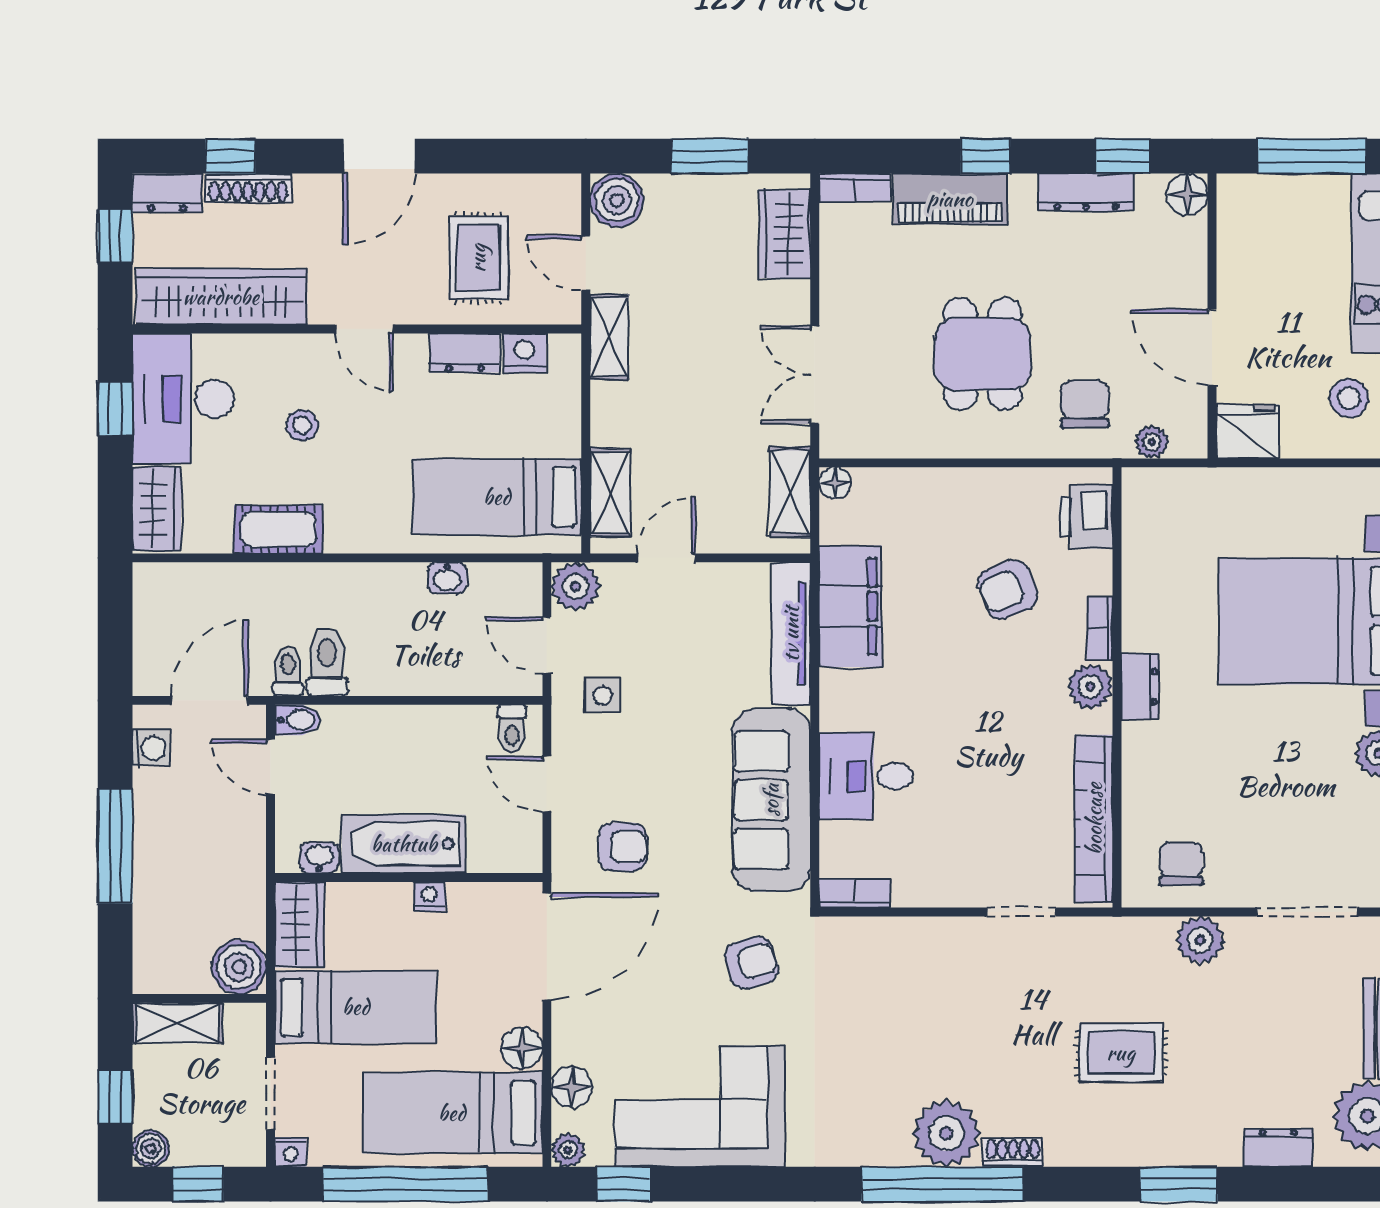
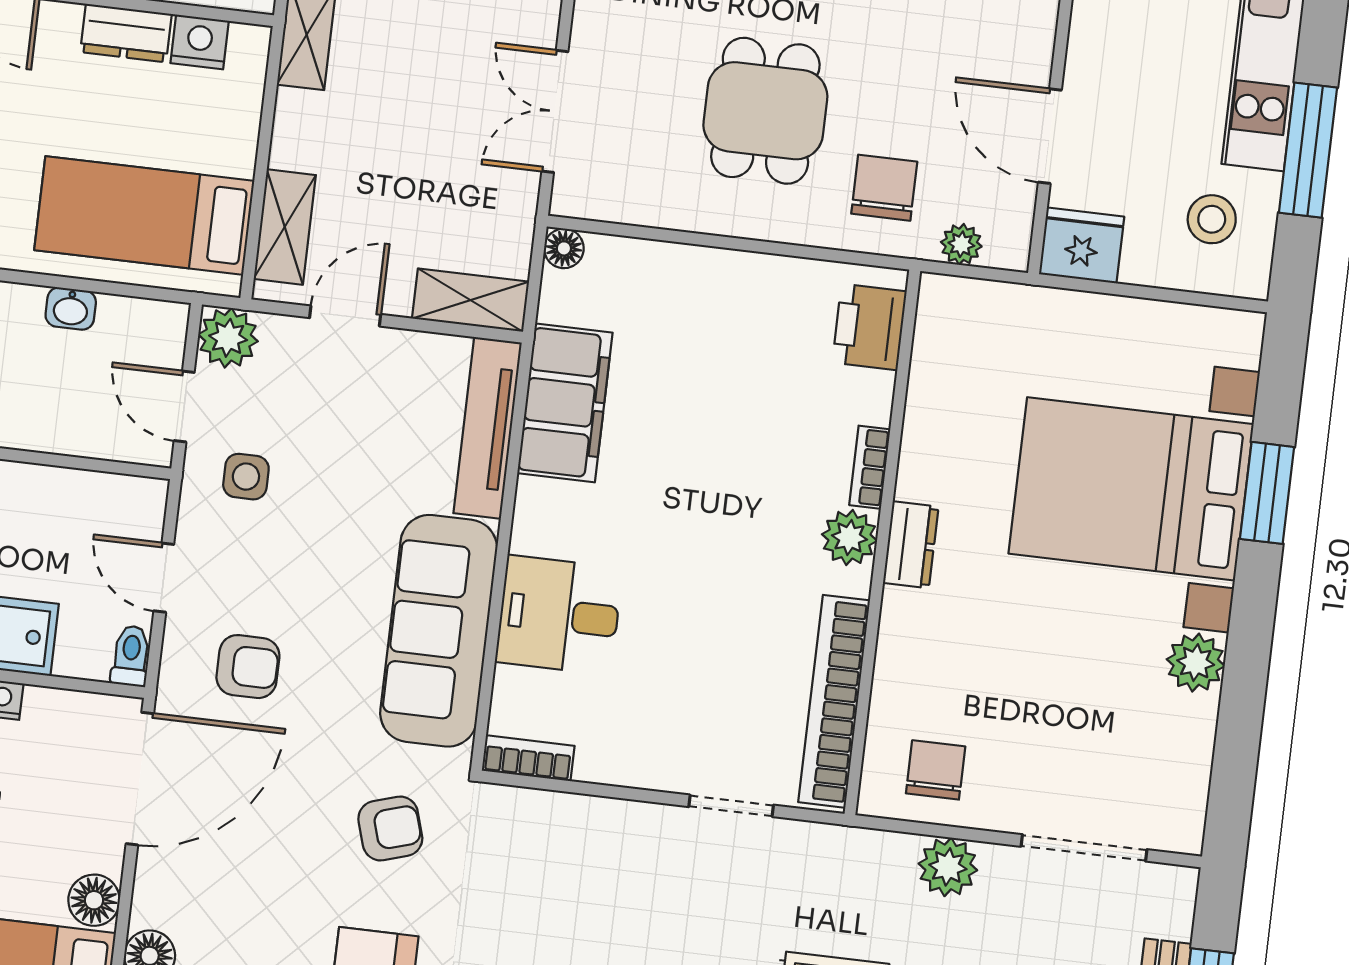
shelving: (790, 492) -> (471, 300), moved, turned 90
armchair: (1008, 589) -> (762, 405), removed
toilet: (512, 728) -> (131, 656), moved, turned 180

